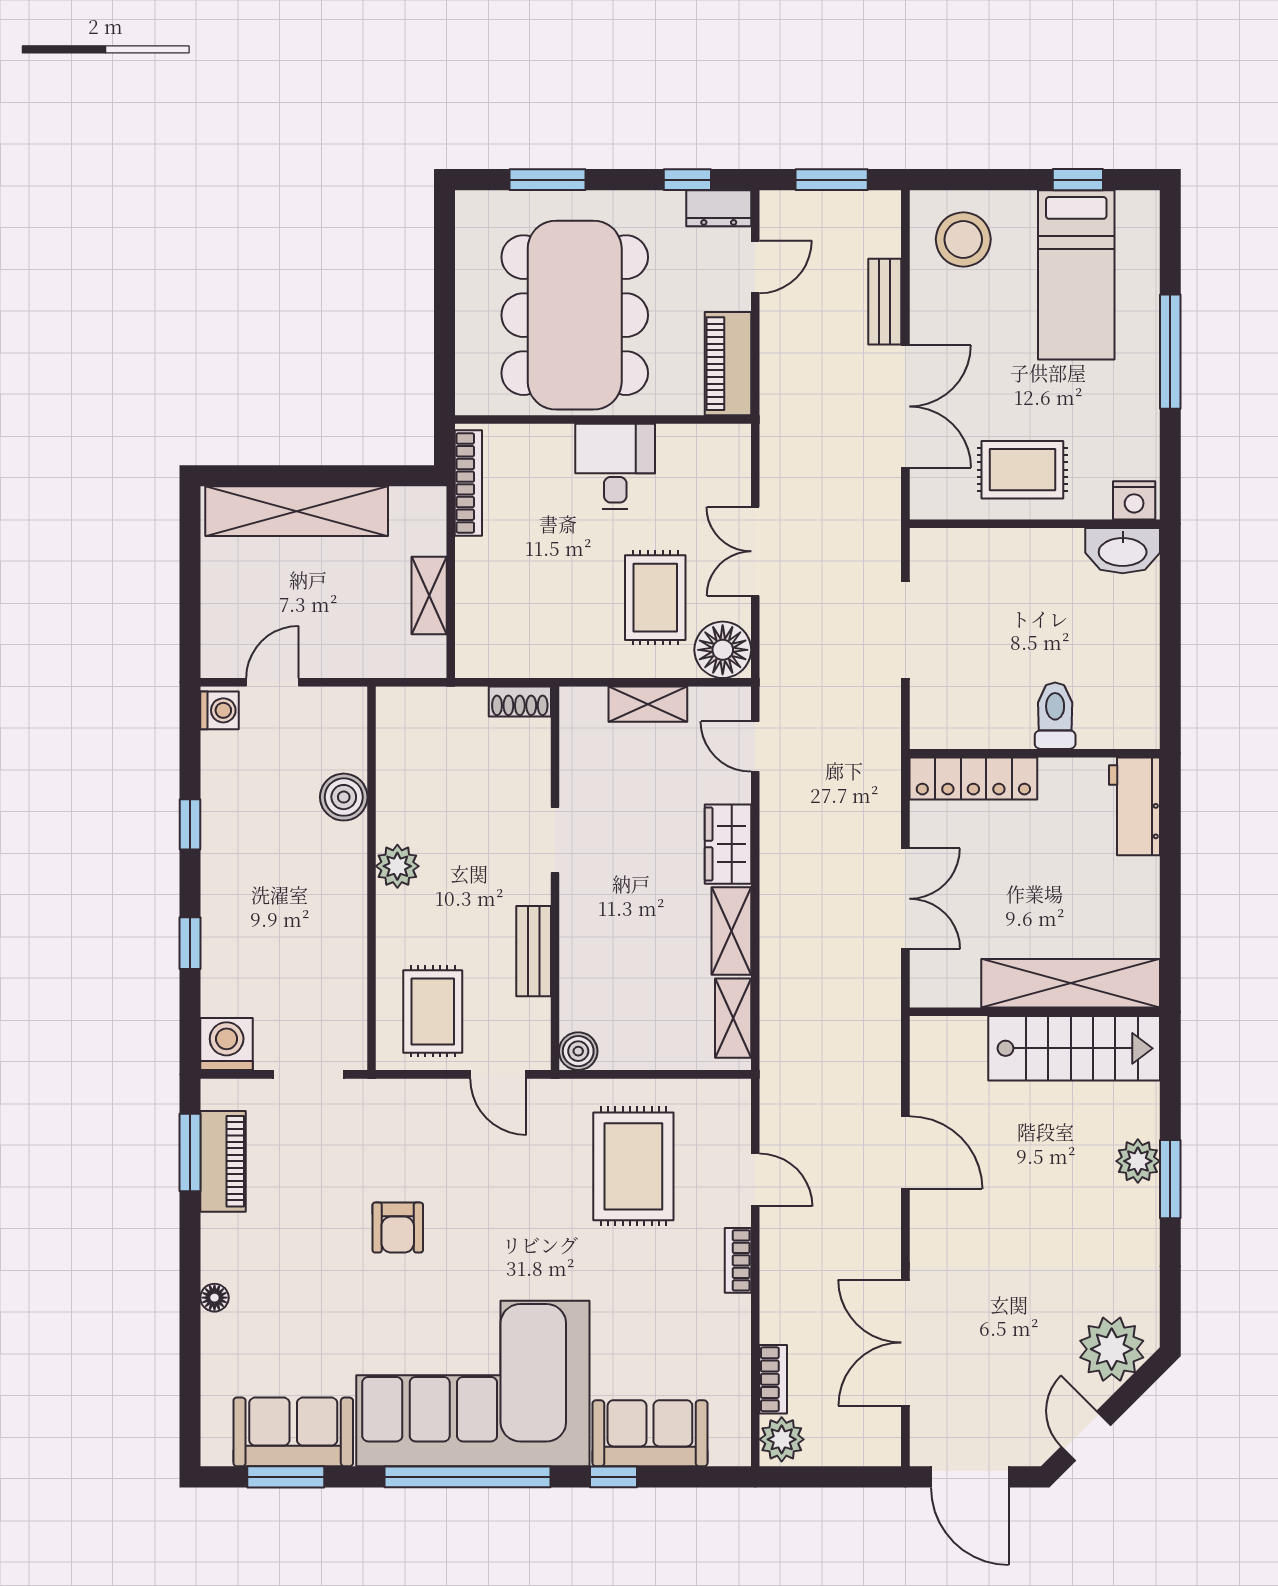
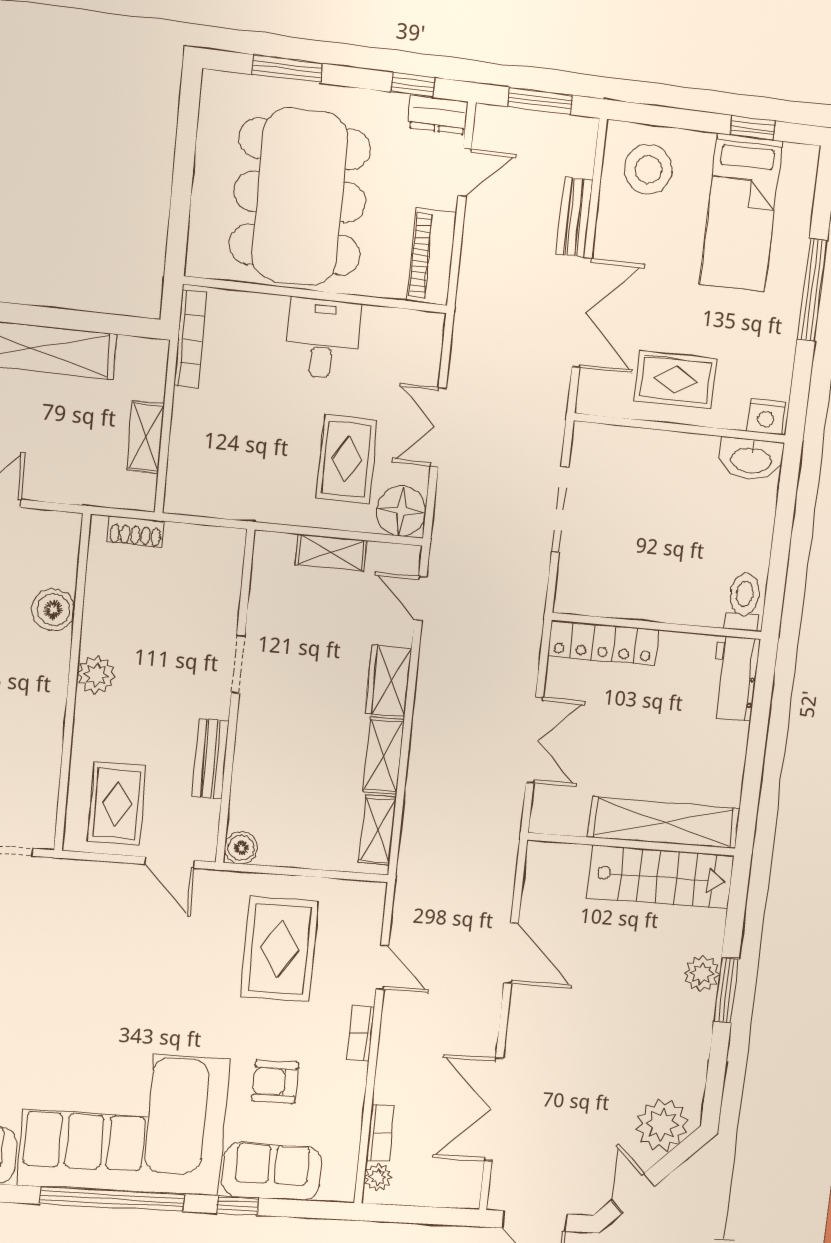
shoe rack: (520, 702) -> (136, 532), moved
toilet: (1055, 716) -> (744, 602), moved
armchair: (398, 1228) -> (275, 1082), moved, turned 90
plant: (782, 1439) -> (378, 1177), width x0.73, depth x0.73

